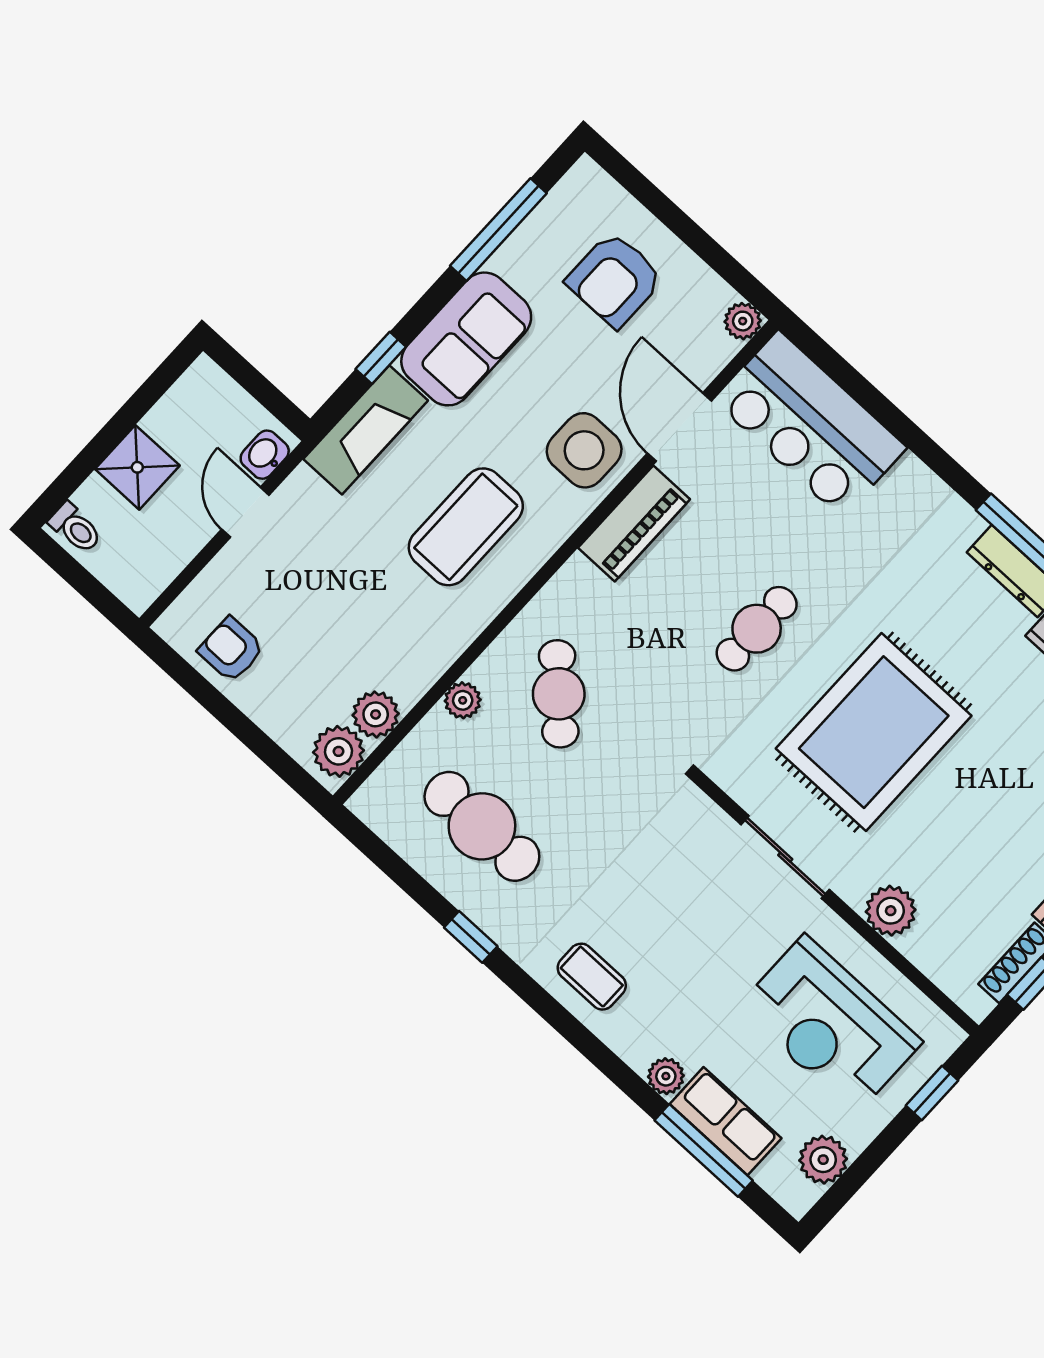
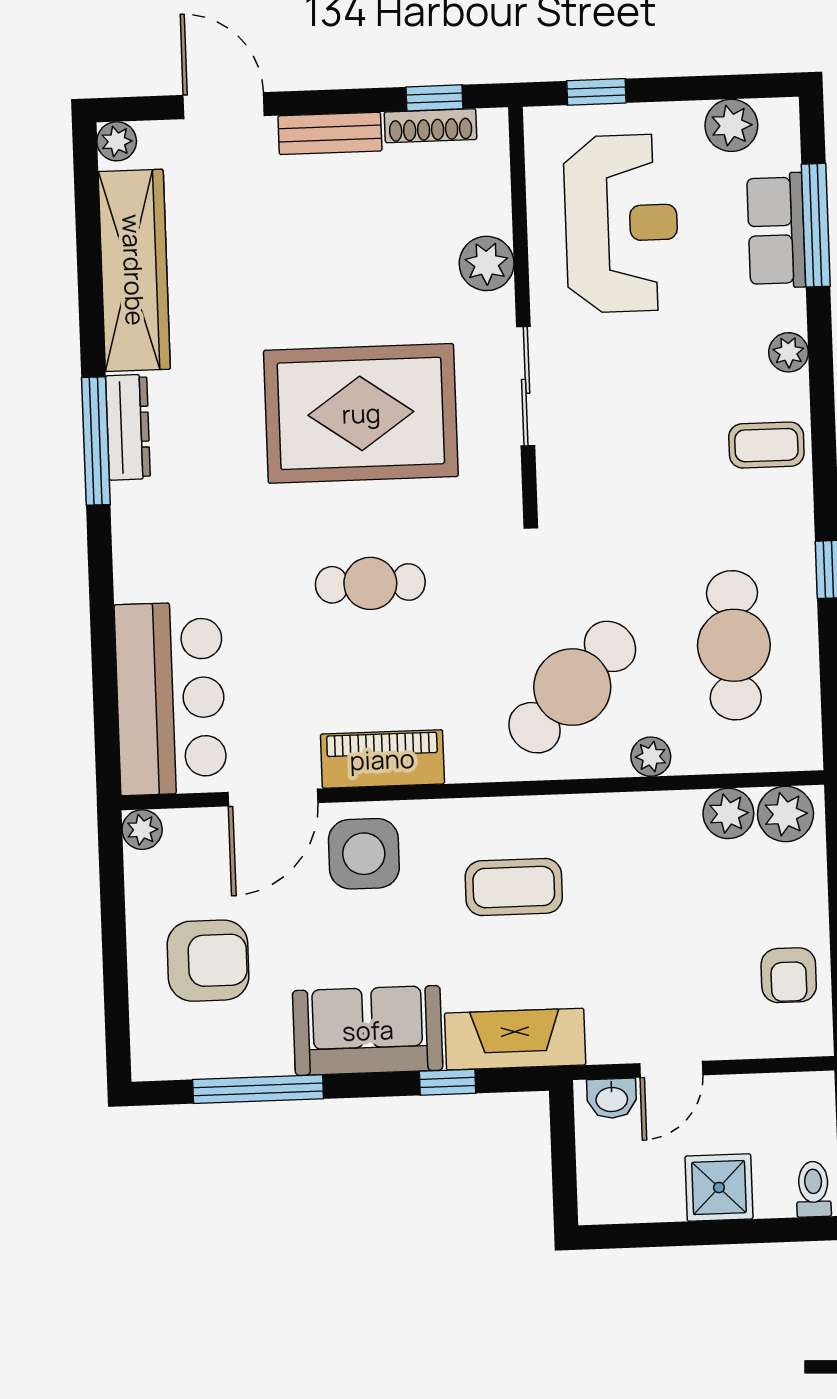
coffee table: (466, 527) -> (514, 887), width x0.73, depth x0.76
cafe table: (559, 694) -> (572, 687), width x1.37, depth x1.35
coffee table: (592, 977) -> (766, 445), turned 90
plant: (666, 1076) -> (788, 352), moved

